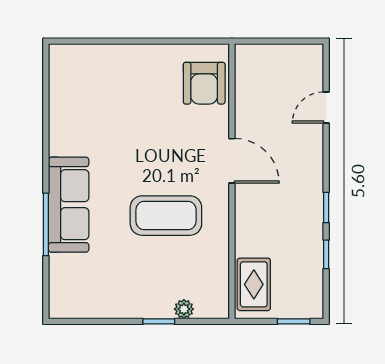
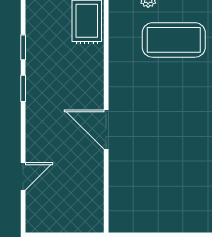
armchair: (204, 83) -> (130, 198), removed
coffee table: (166, 216) -> (174, 40), moved

